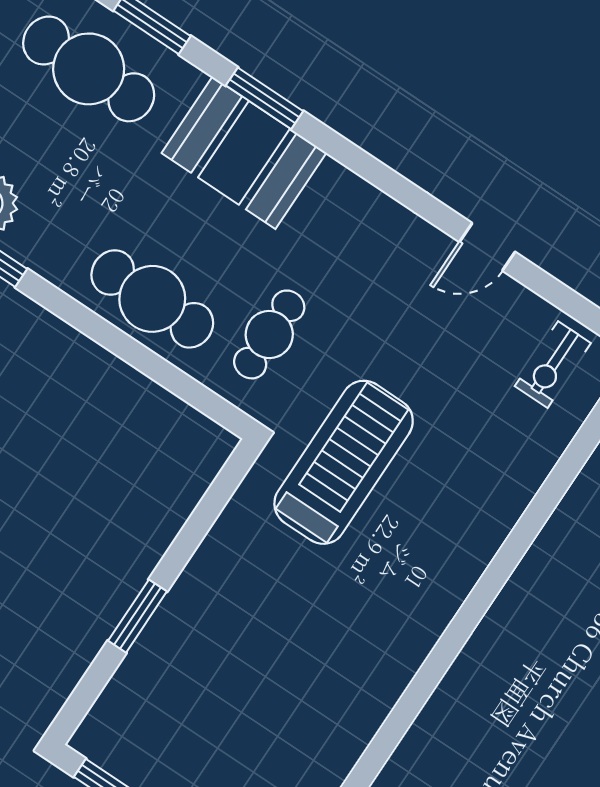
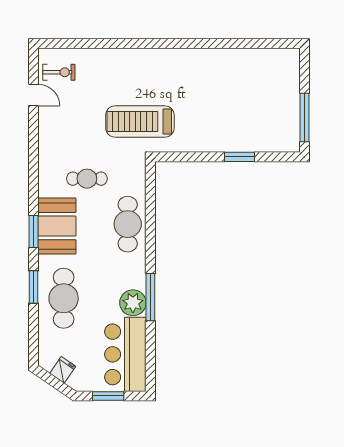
door: (487, 247) -> (34, 95), moved
cafe table: (269, 334) -> (87, 179), moved

